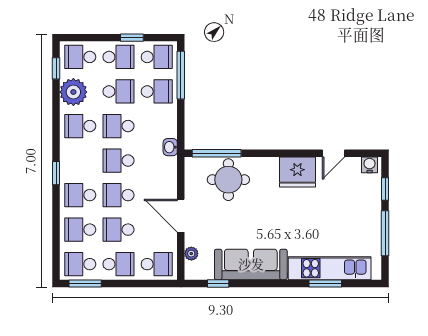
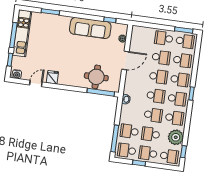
fridge: (297, 172) -> (52, 77), width x0.53, depth x0.75
door: (181, 216) -> (125, 60), hinge flipped
school desk: (157, 264) -> (177, 99), moved, turned 180
kitchen unit: (330, 268) -> (22, 33), moved, turned -90

